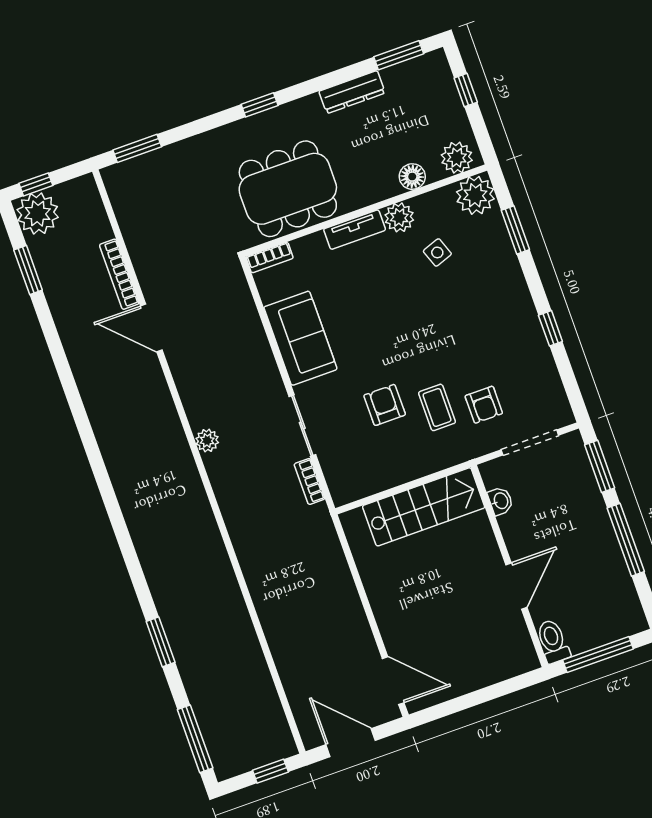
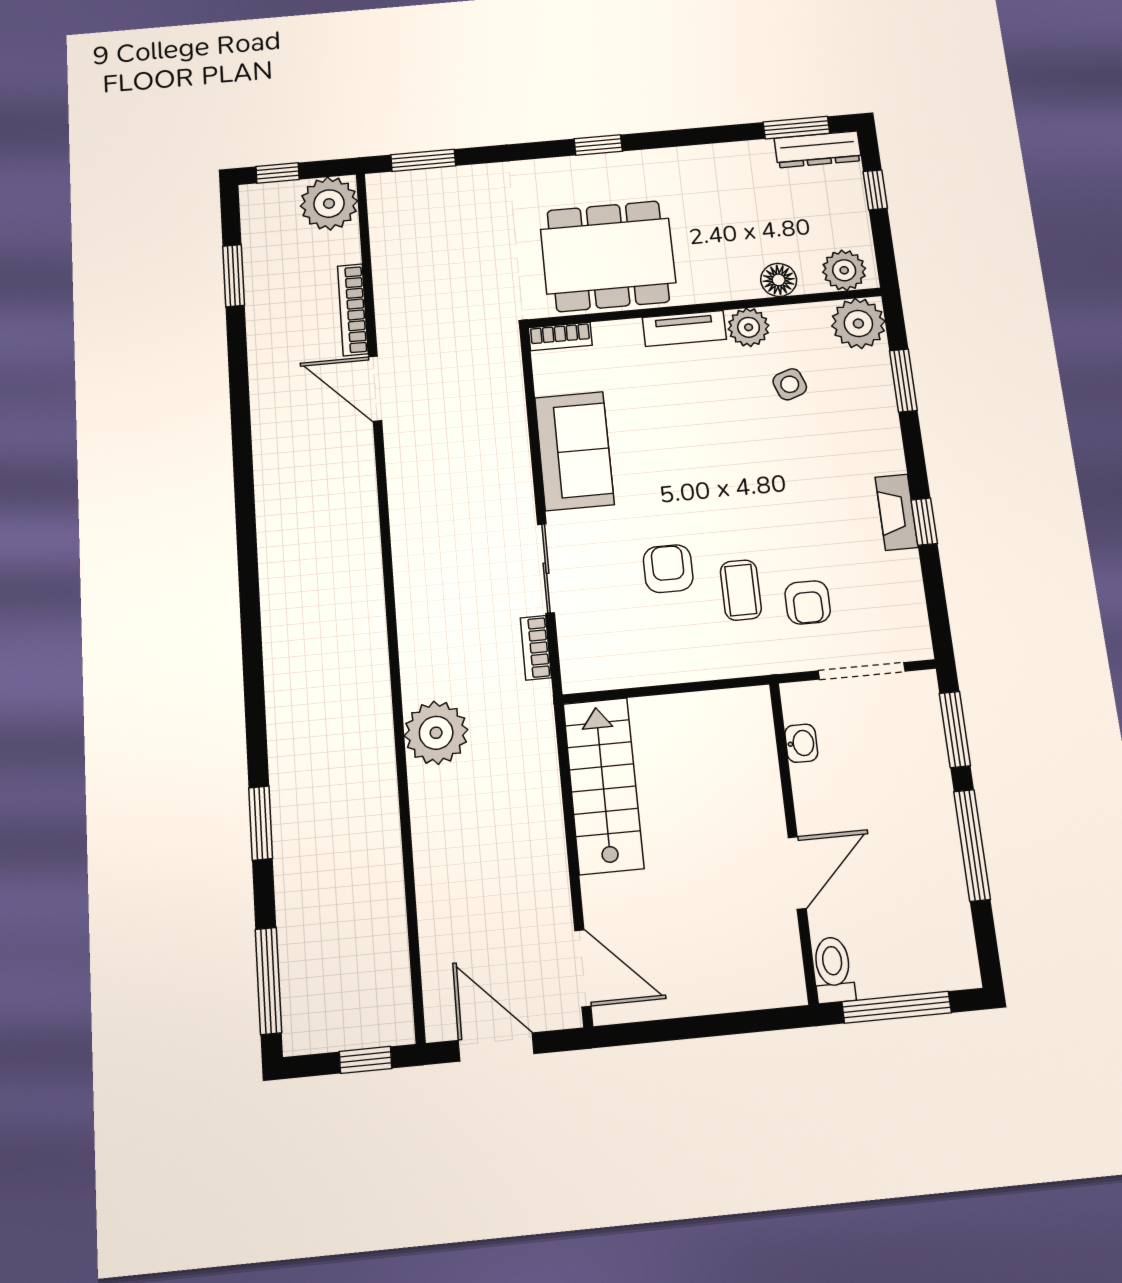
dresser: (352, 92) -> (818, 149), moved
plant: (38, 213) -> (329, 204), moved
fireplace: (530, 326) -> (897, 512), added
plant: (207, 441) -> (436, 733), moved, width x1.88, depth x1.88
stairs: (424, 507) -> (603, 785), moved, turned -90

